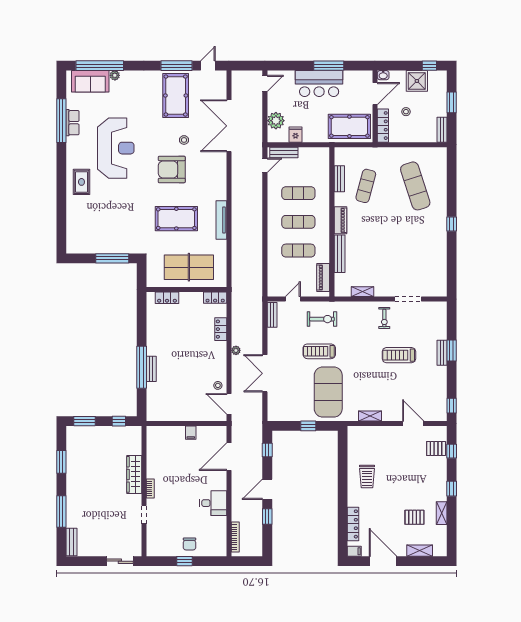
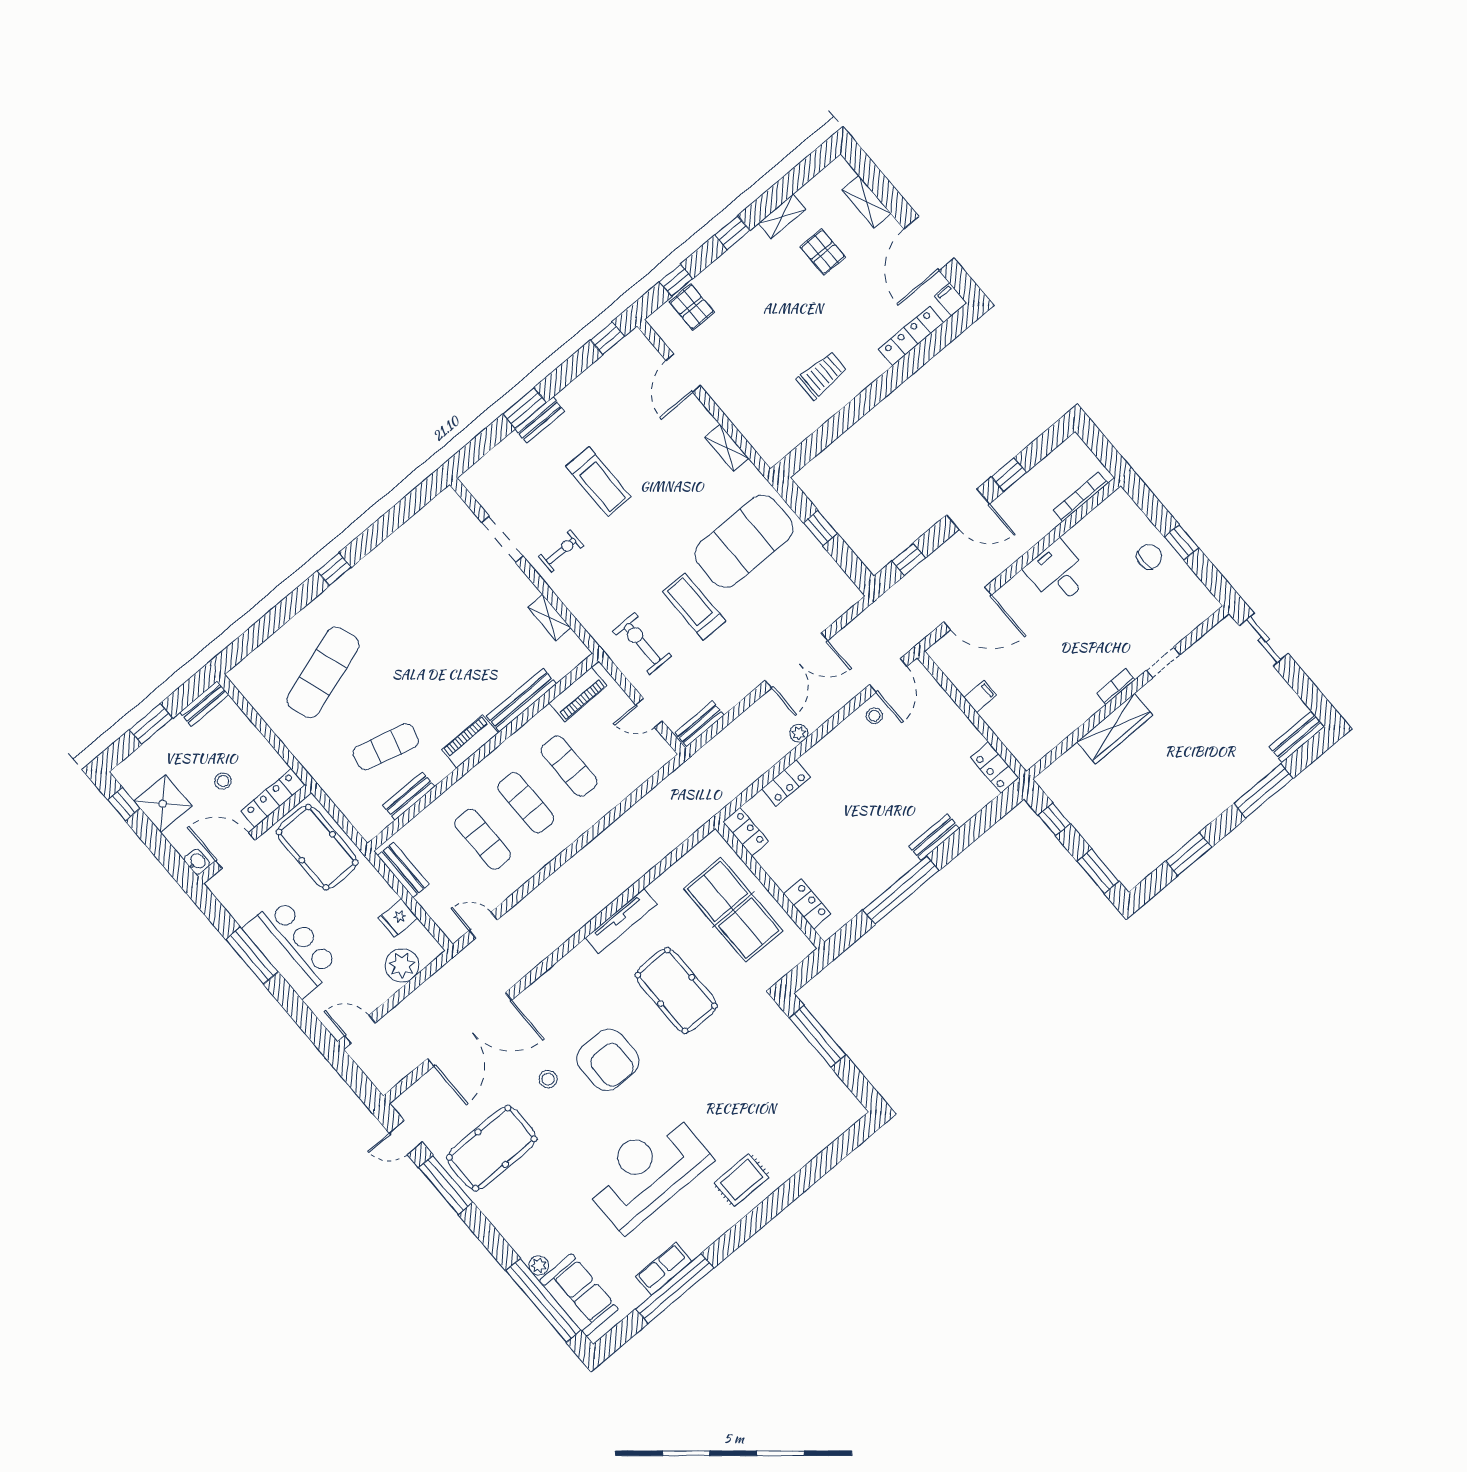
bench: (284, 152) -> (403, 870), moved
treadmill: (319, 351) -> (694, 607), turned 180
window: (142, 367) -> (901, 890), moved
locker: (158, 415) -> (995, 768), added

